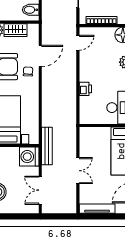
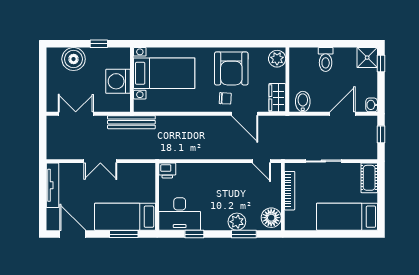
wardrobe: (16, 30) -> (277, 98), moved
printer: (85, 89) -> (167, 170), moved
washing machine: (29, 157) -> (118, 81), moved, turned -90

